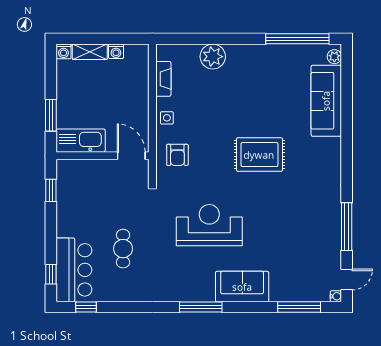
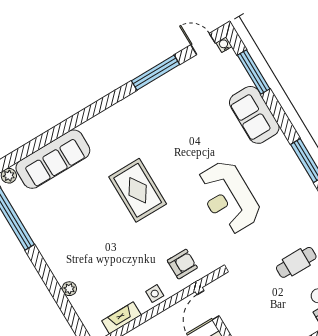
plant: (213, 57) -> (69, 289), width x0.53, depth x0.53
sofa: (242, 287) -> (254, 115), moved

